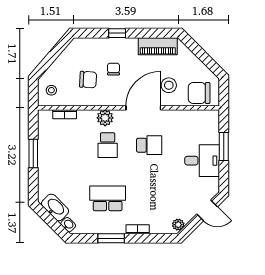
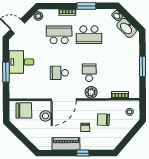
piano: (158, 46) -> (66, 144), moved
school desk: (149, 198) -> (59, 35), added

